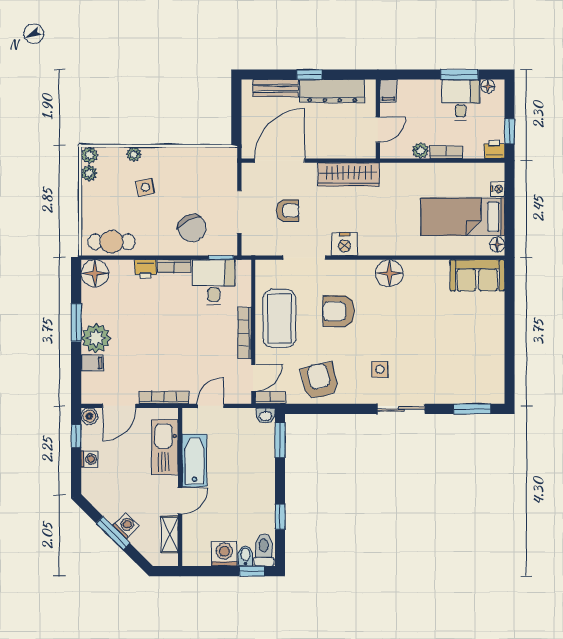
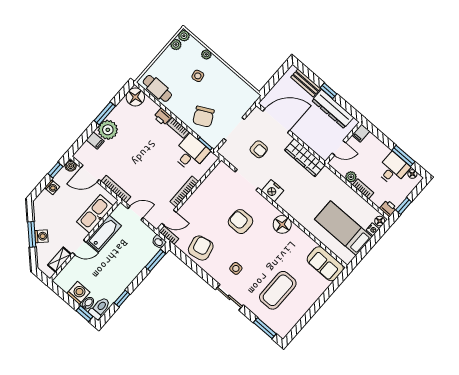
floor lamp: (497, 245) -> (380, 221), moved
coffee table: (279, 318) -> (278, 290), moved

